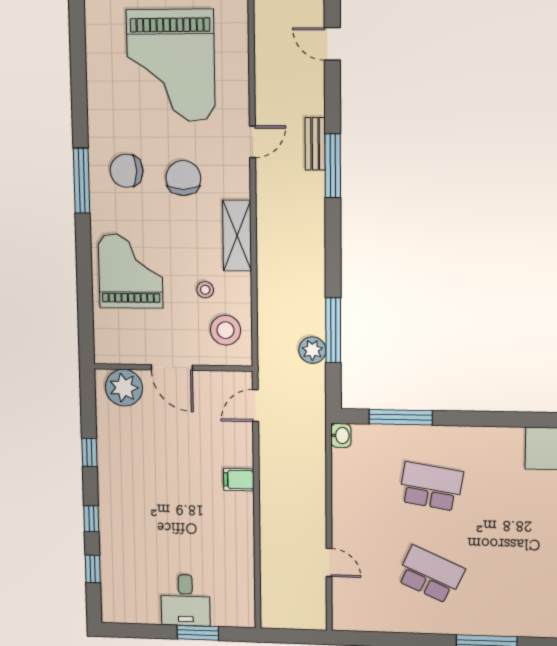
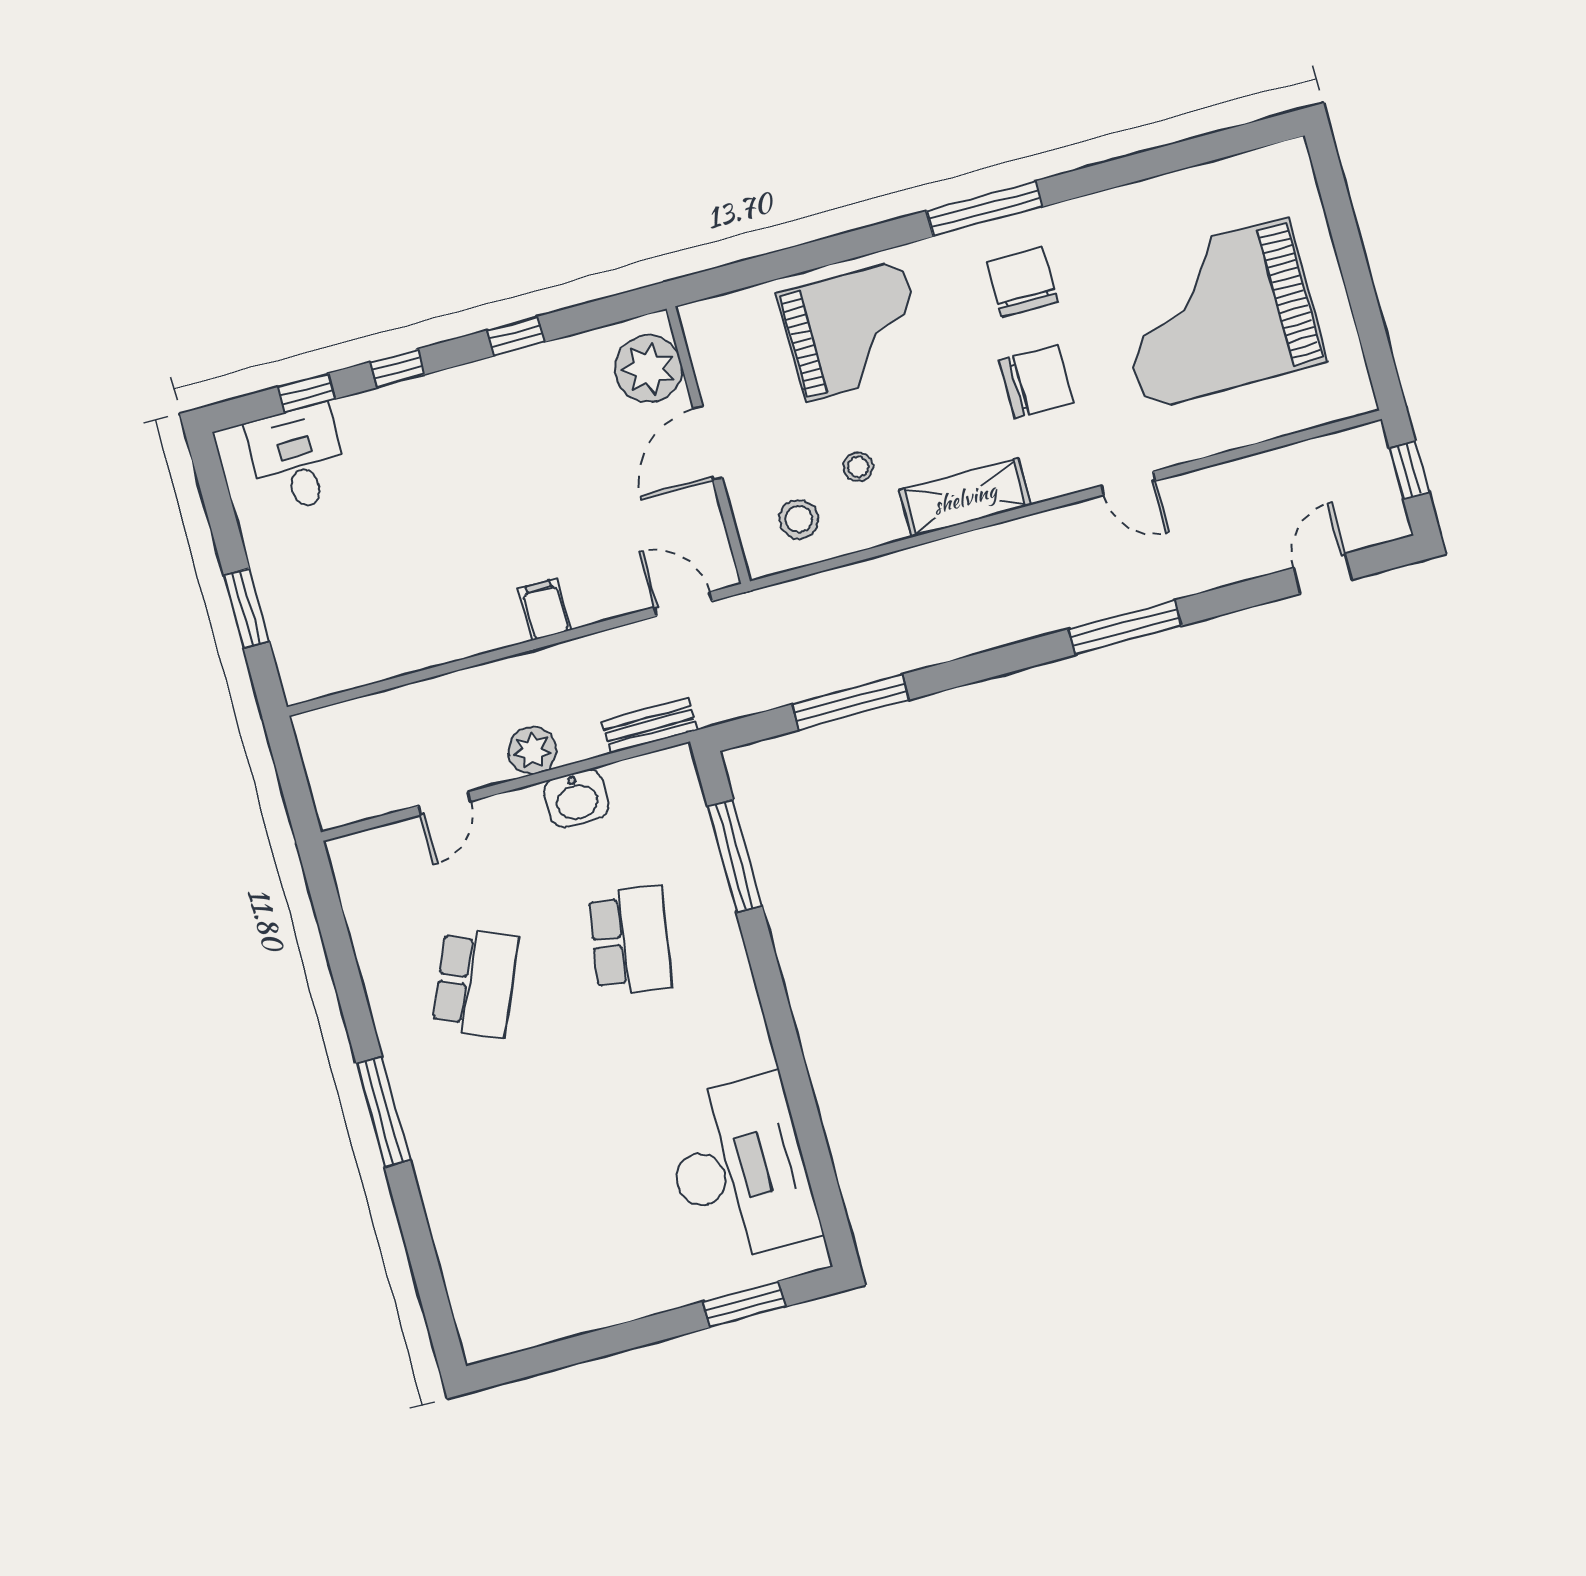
bench: (315, 144) -> (649, 726), moved
stool: (226, 330) -> (799, 519), width x0.73, depth x0.73
plant: (312, 350) -> (532, 750), moved
washbasin: (341, 436) -> (576, 798), moved, width x1.38, depth x1.45
desk: (185, 600) -> (298, 459), moved, turned 90

